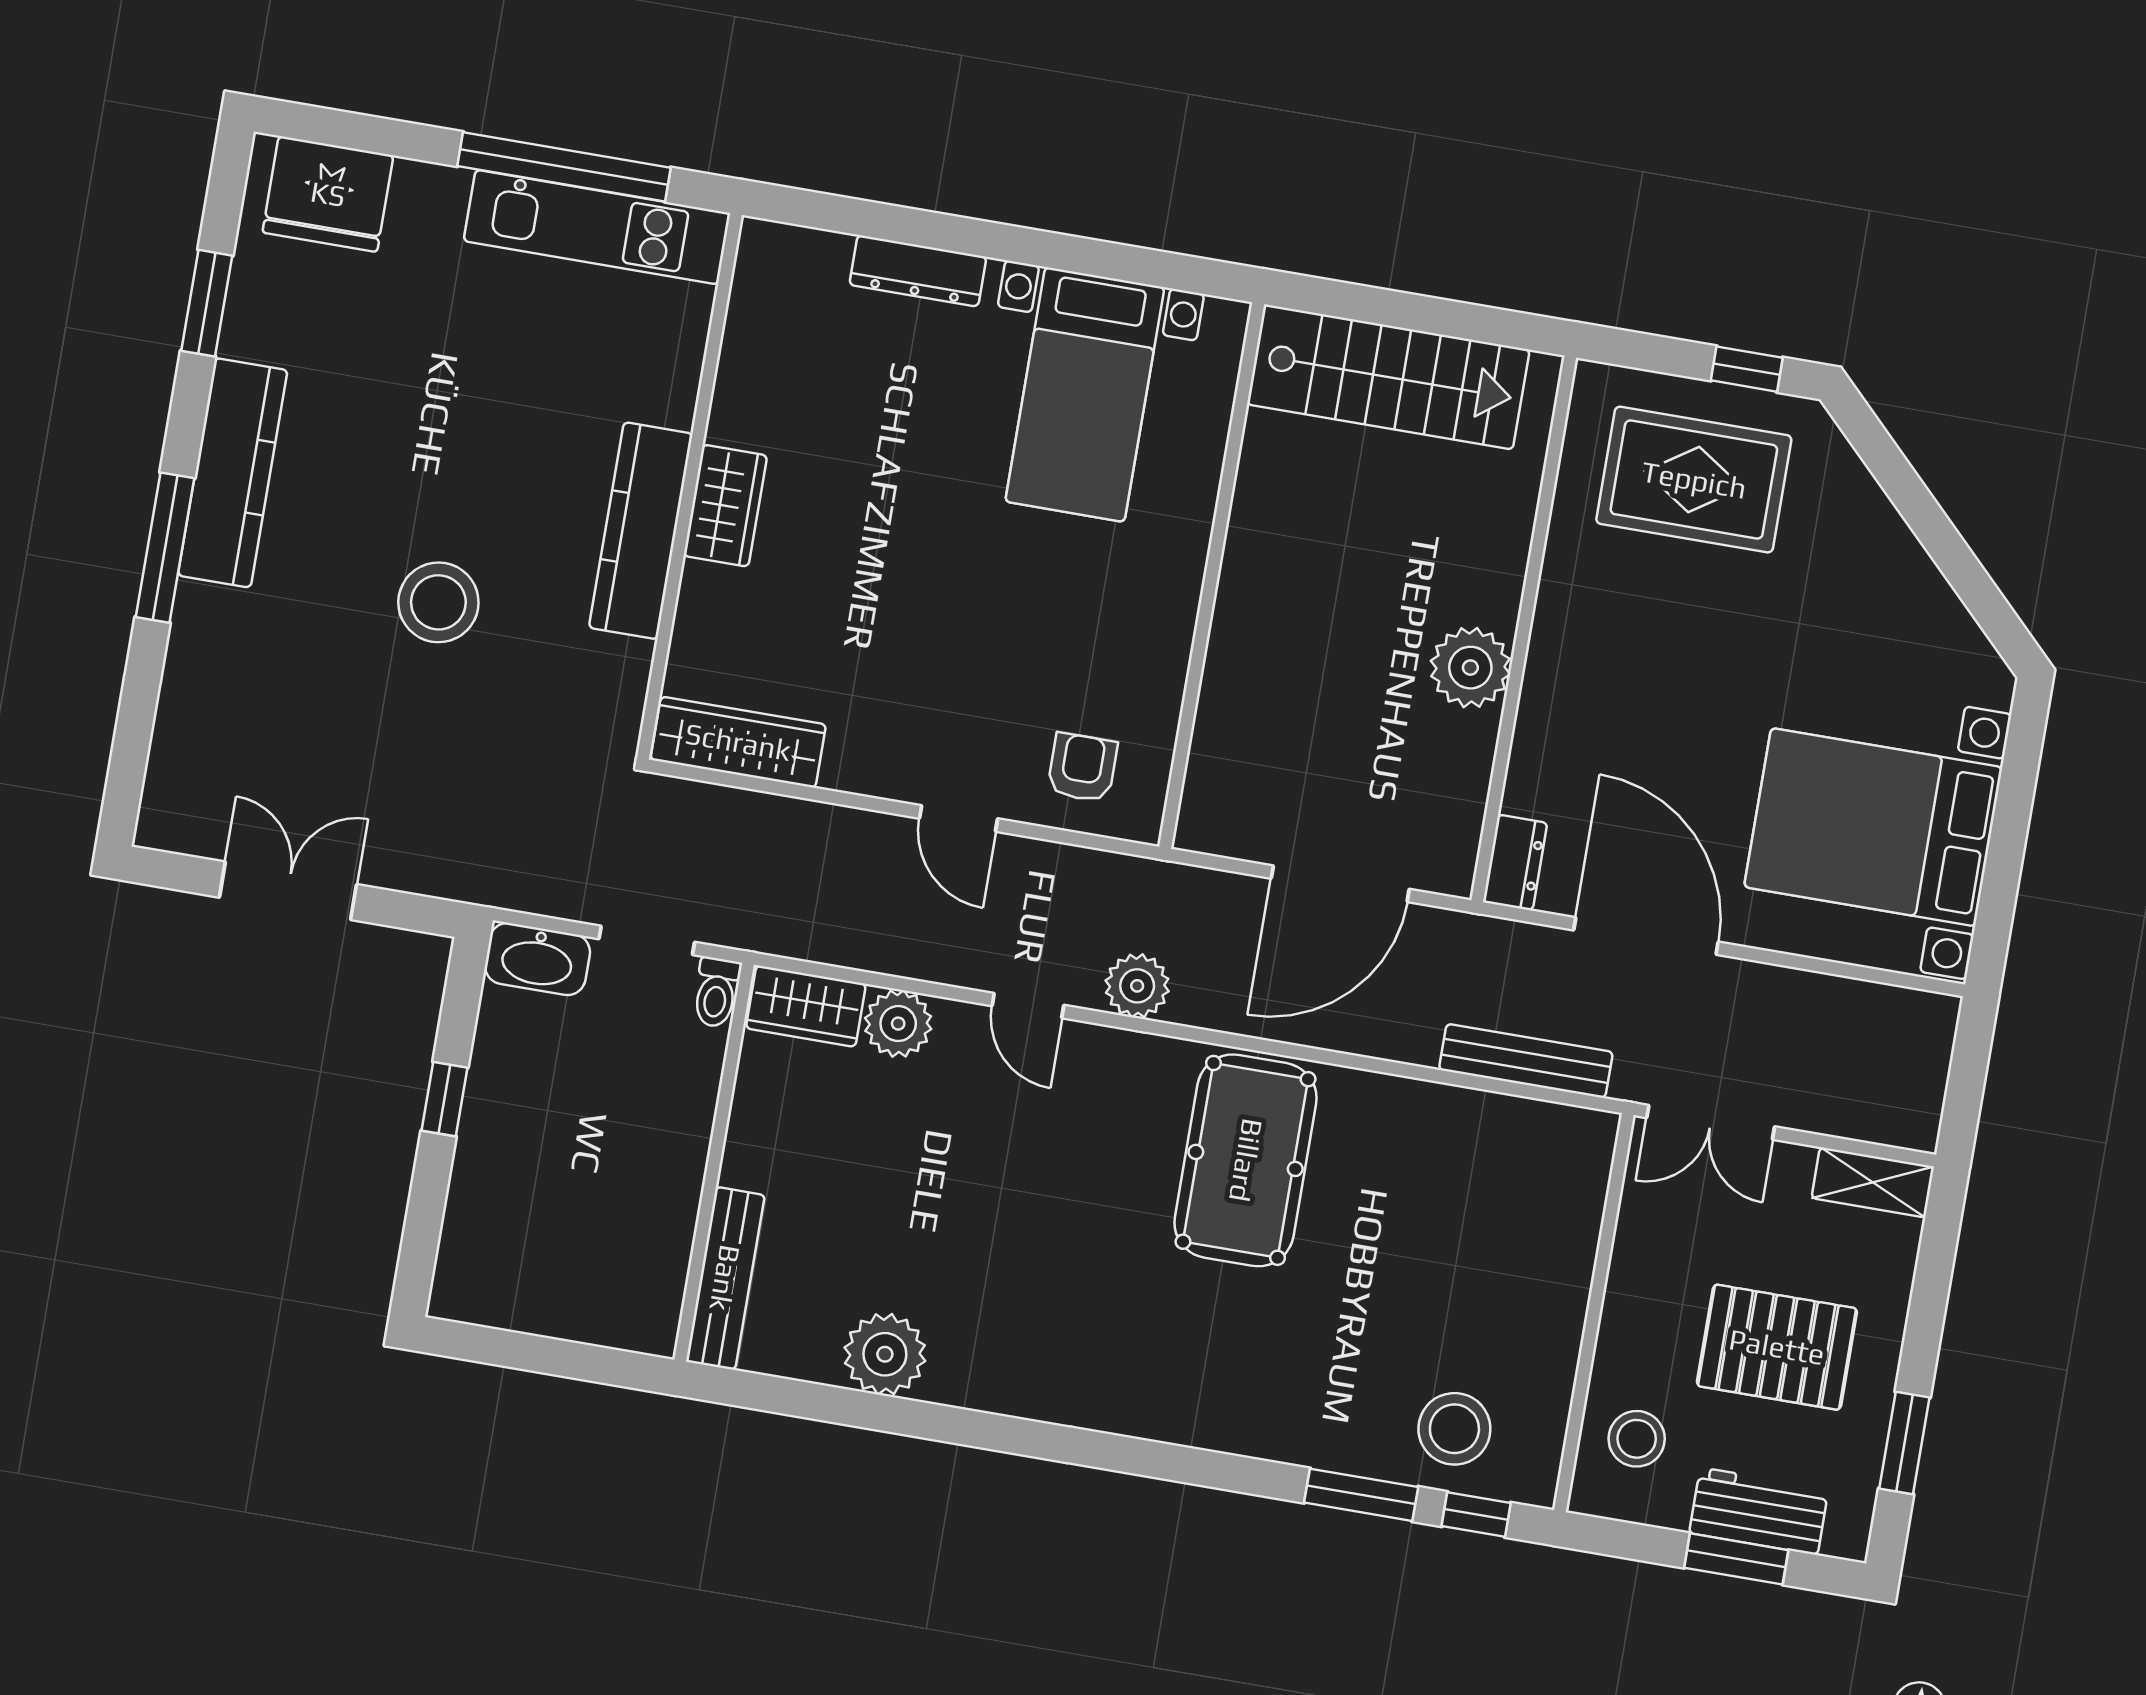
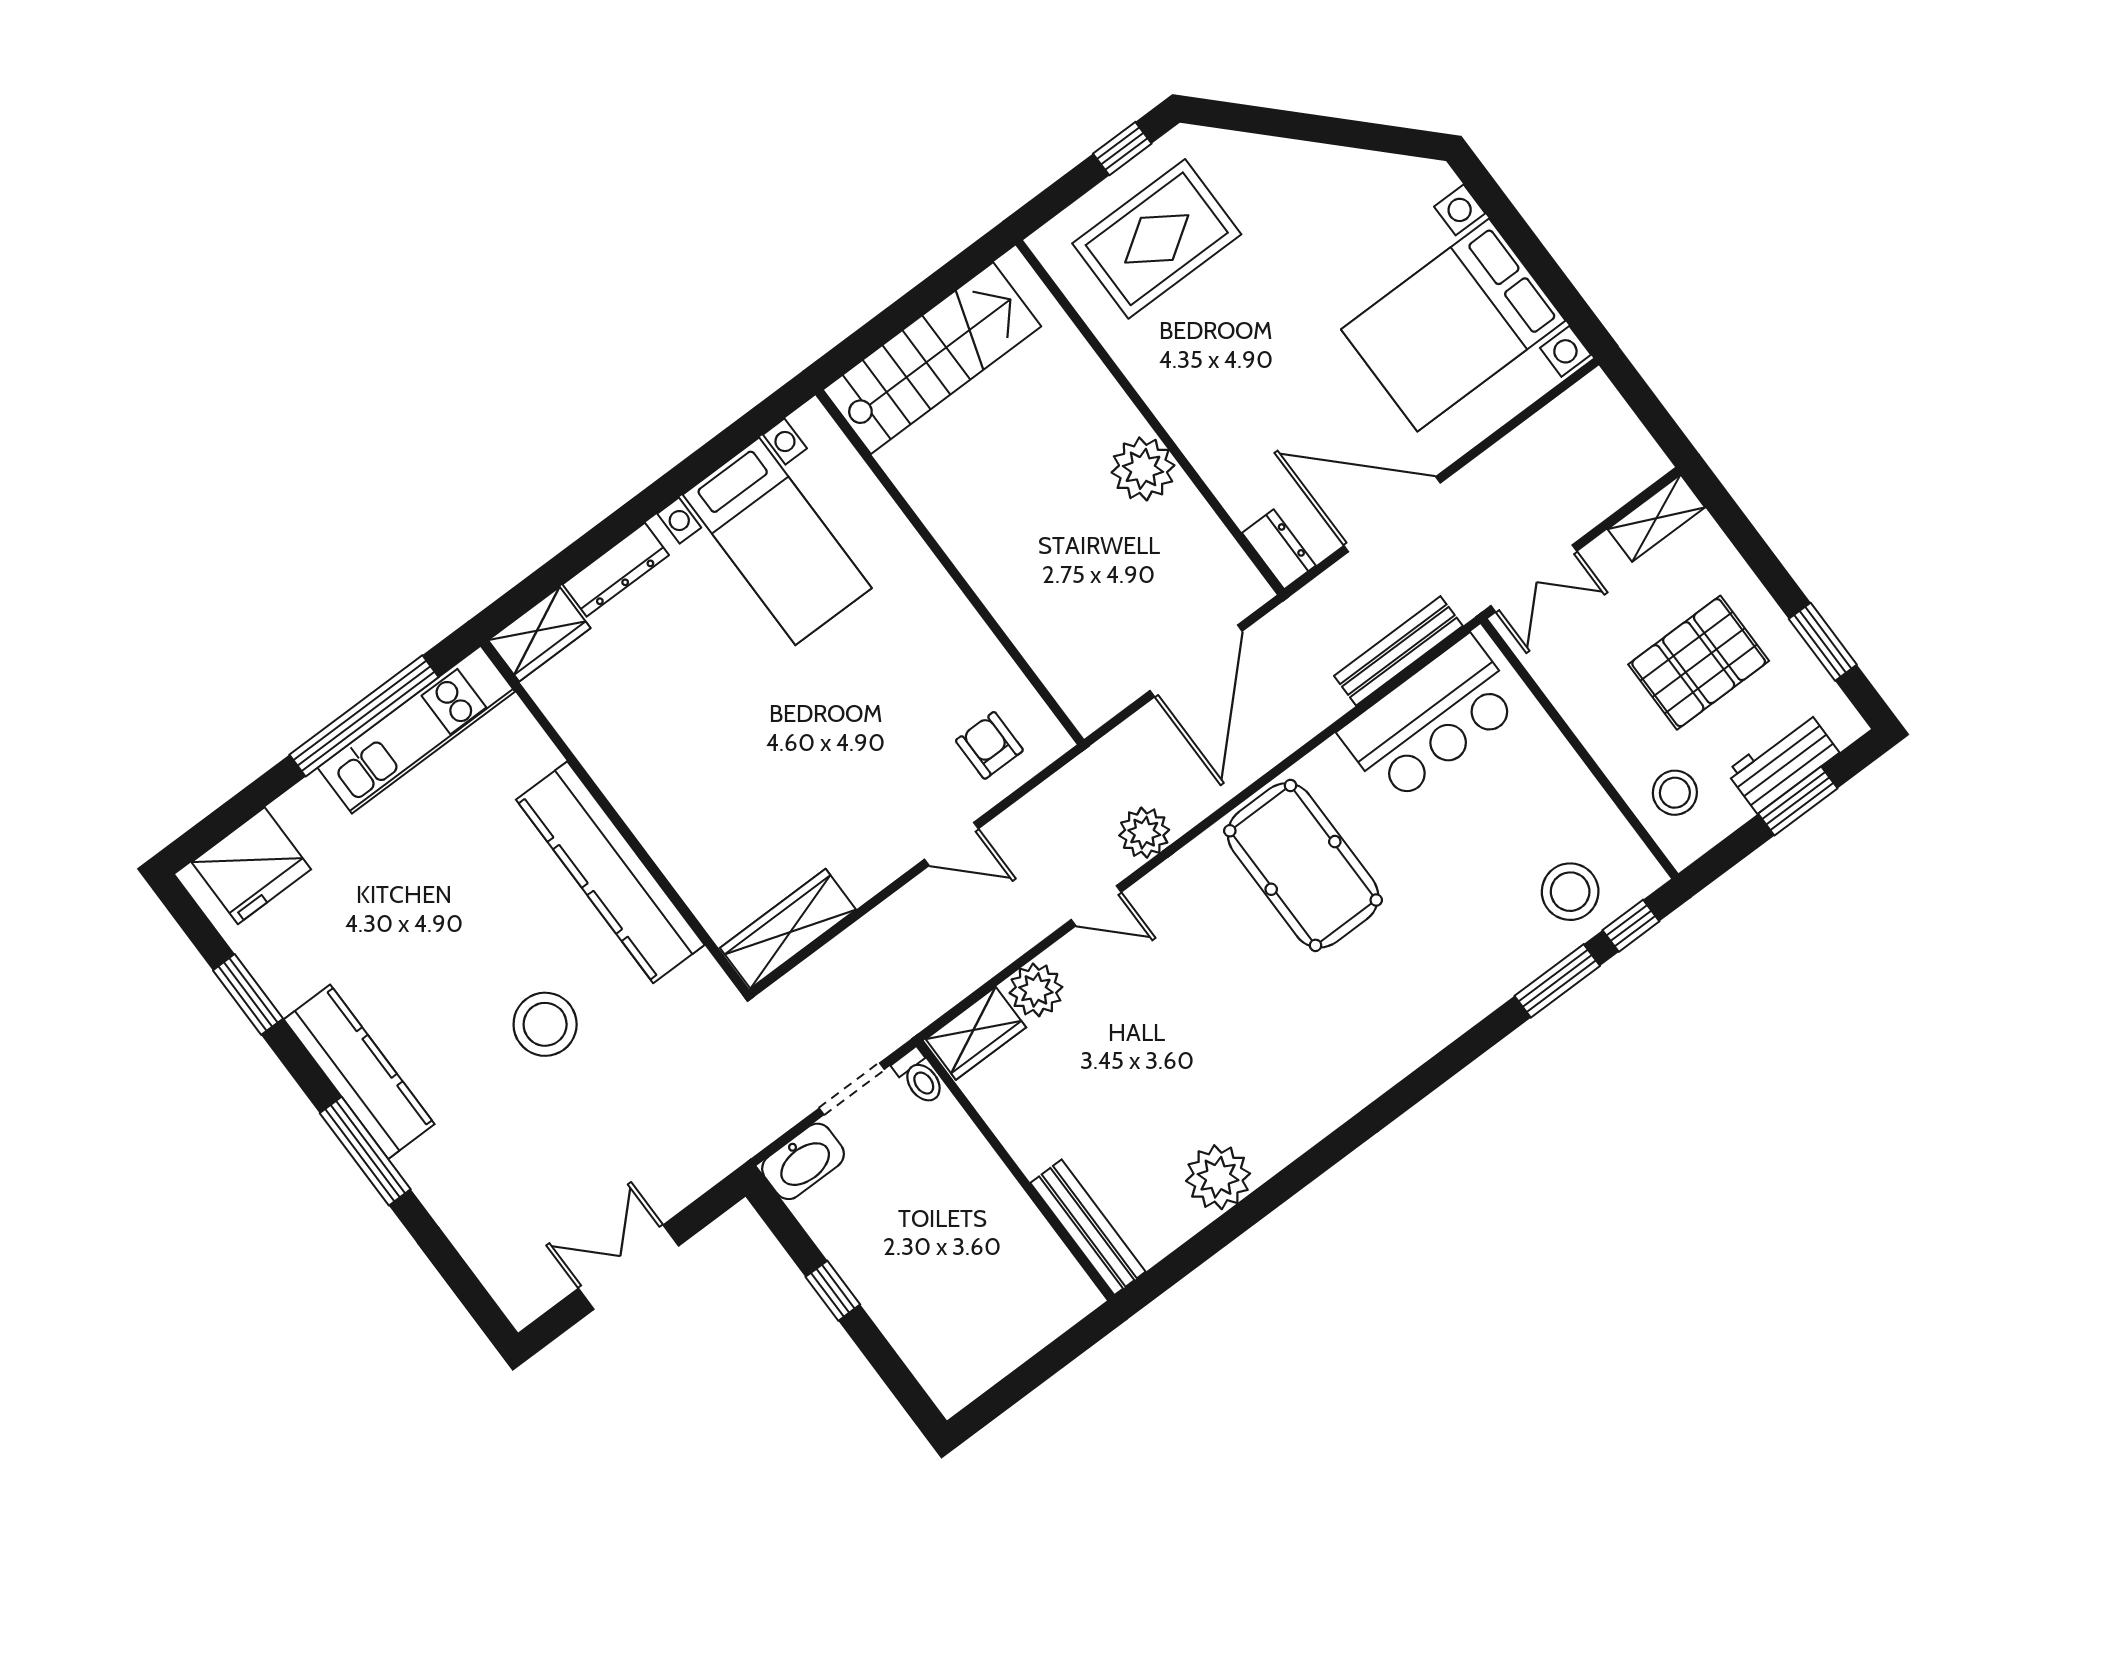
wardrobe: (725, 506) -> (539, 634), moved, turned 90
kitchen counter: (641, 531) -> (610, 872), width x1.39, depth x1.17
bar counter: (1491, 1151) -> (1431, 719), added

